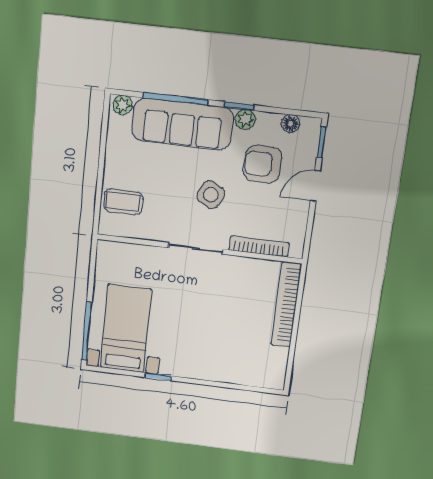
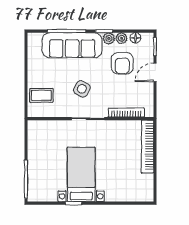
plant: (123, 105) -> (121, 38), moved
armchair: (263, 164) -> (122, 63), turned -92
side table: (211, 195) -> (82, 89), moved
bed with nightstands: (126, 329) -> (81, 174), moved

